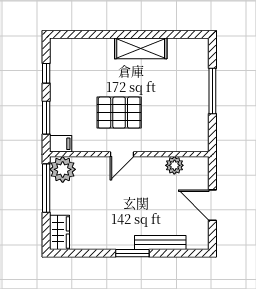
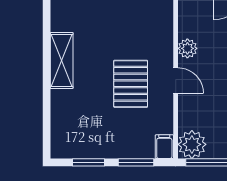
window: (46, 73) -> (88, 162), width x1.50
plant: (174, 165) -> (187, 48), moved

